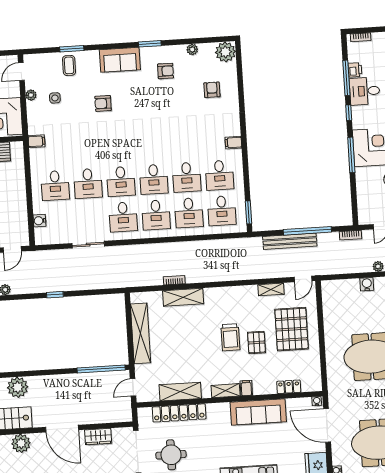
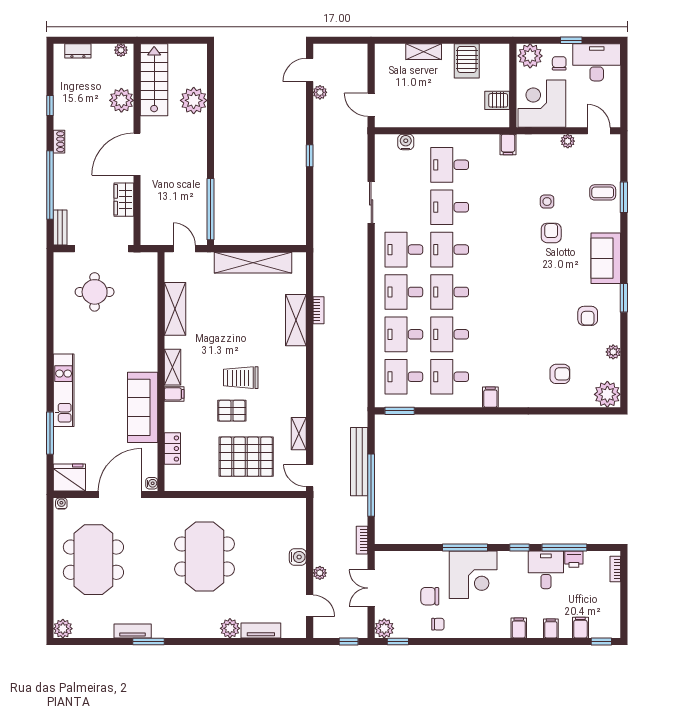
side table: (55, 98) -> (547, 202), moved
locker: (179, 413) -> (148, 306), removed

